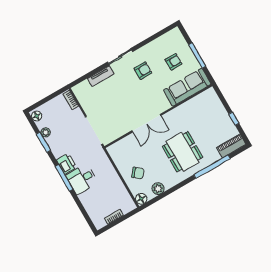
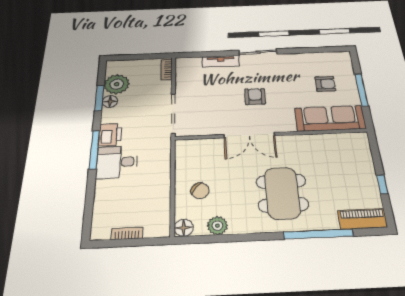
armchair: (143, 71) -> (255, 97), moved, turned -89
floor lamp: (37, 116) -> (110, 101), moved
plant: (46, 132) -> (117, 84), width x1.87, depth x1.87

